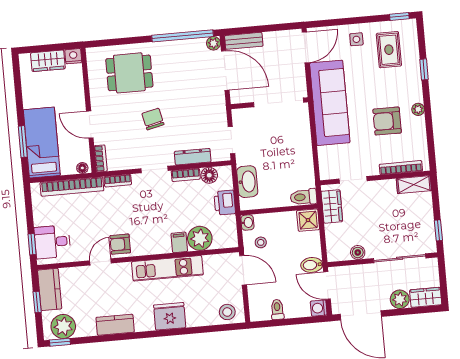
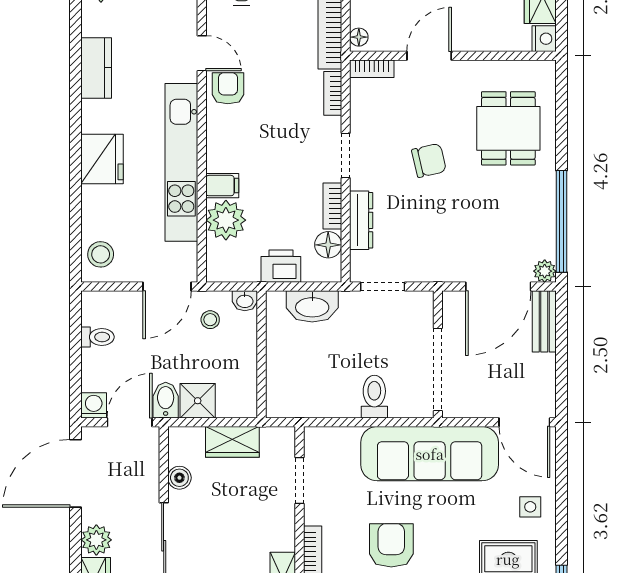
toilet: (304, 197) -> (374, 397), moved
wardrobe: (332, 206) -> (232, 442), moved
shower: (308, 220) -> (198, 401), moved
kitchen unit: (167, 268) -> (181, 162), width x1.36

